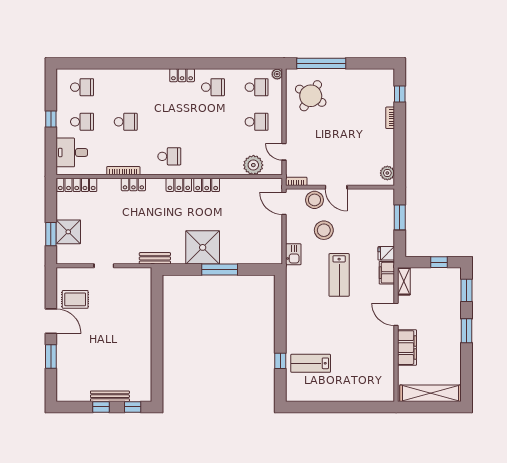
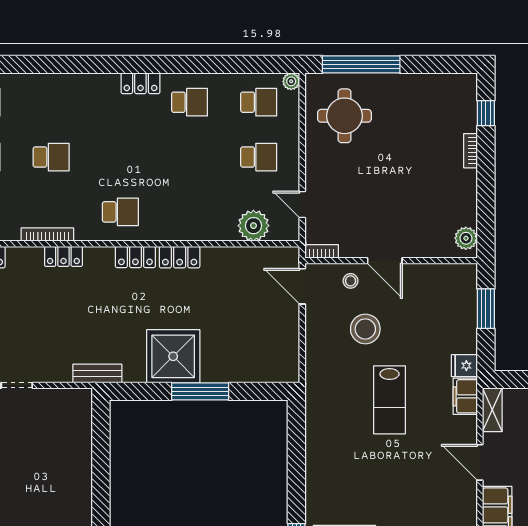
round table: (311, 96) -> (344, 116), turned -31
stool: (315, 200) -> (351, 281), width x0.53, depth x0.53
kitchen sink: (293, 254) -> (317, 367), removed

